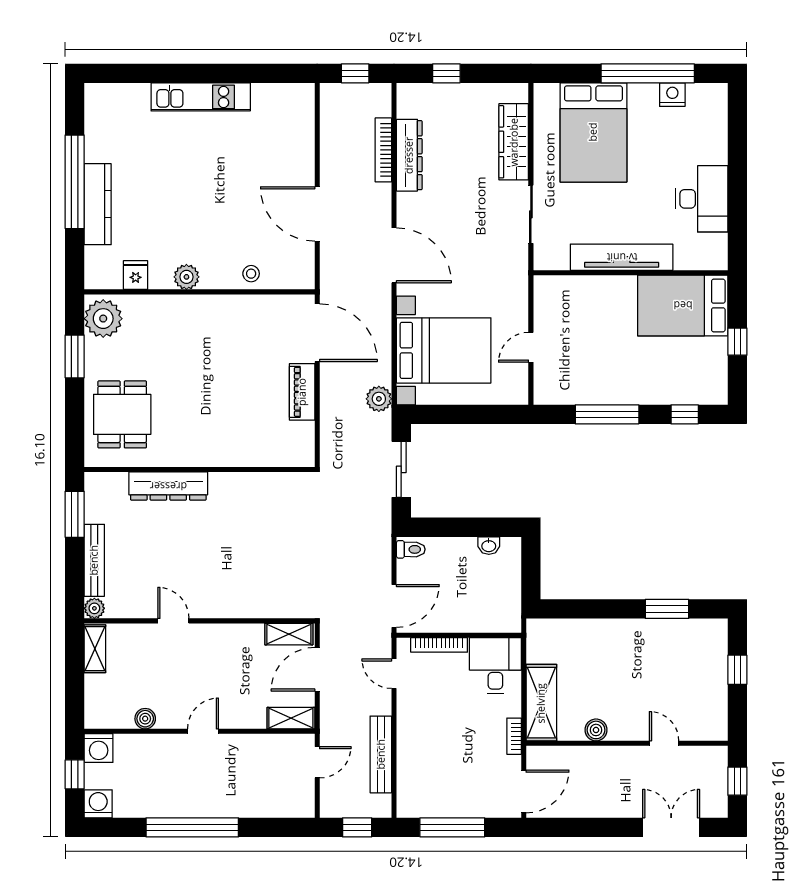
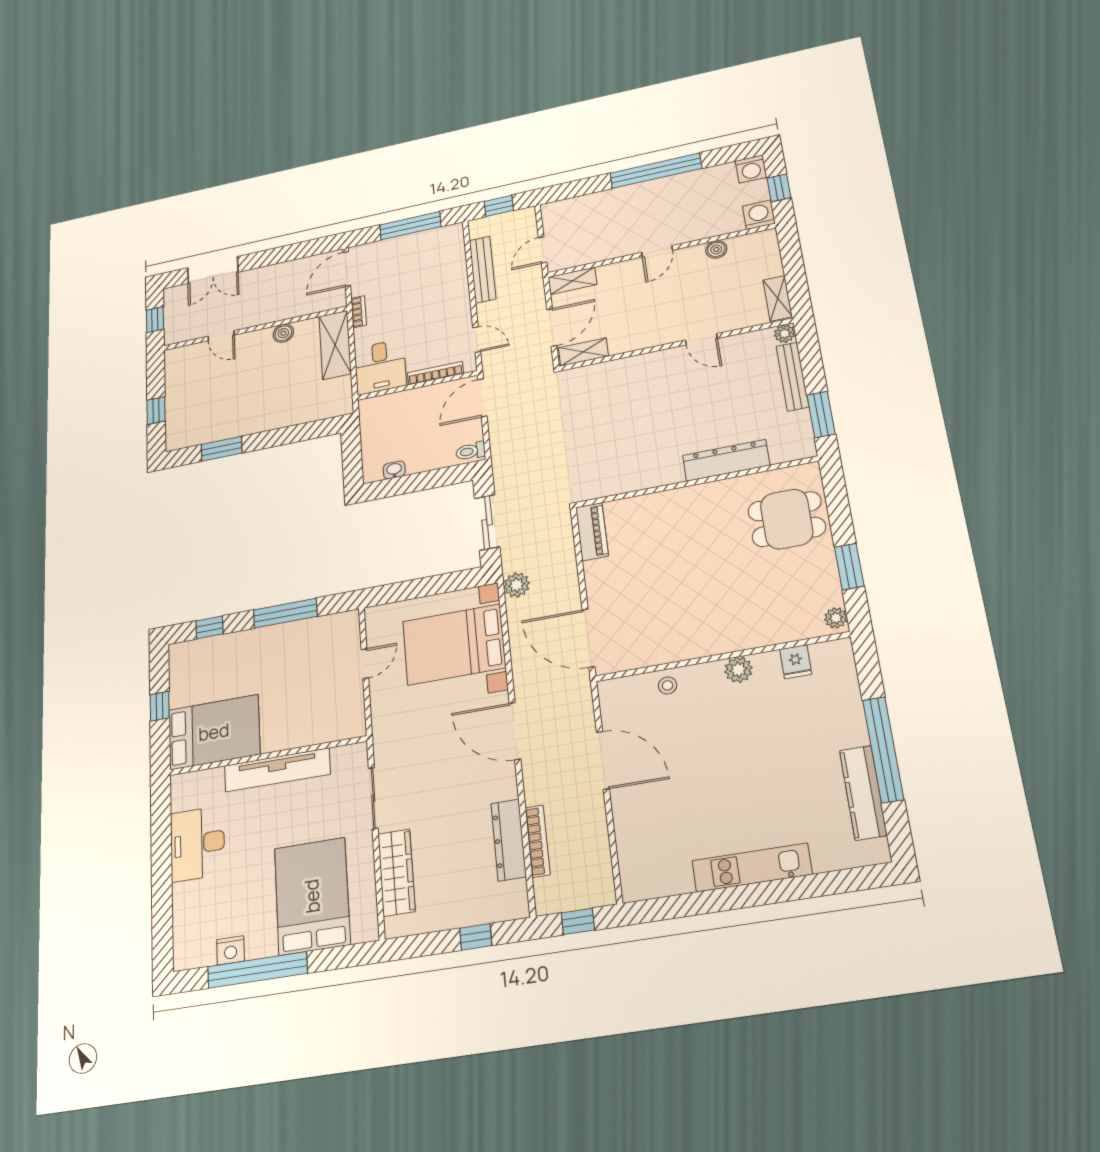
kitchen counter: (98, 204) -> (863, 793), moved
plant: (103, 319) -> (836, 618), width x0.53, depth x0.53
piano: (302, 392) -> (592, 532), moved
dining table: (122, 414) -> (787, 519), turned 90

